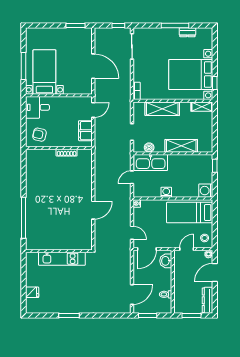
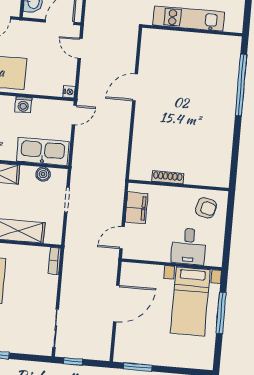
door: (93, 66) -> (116, 304), swing flipped
desk: (37, 107) -> (189, 246), moved, turned 90
door: (132, 177) -> (74, 115), moved

